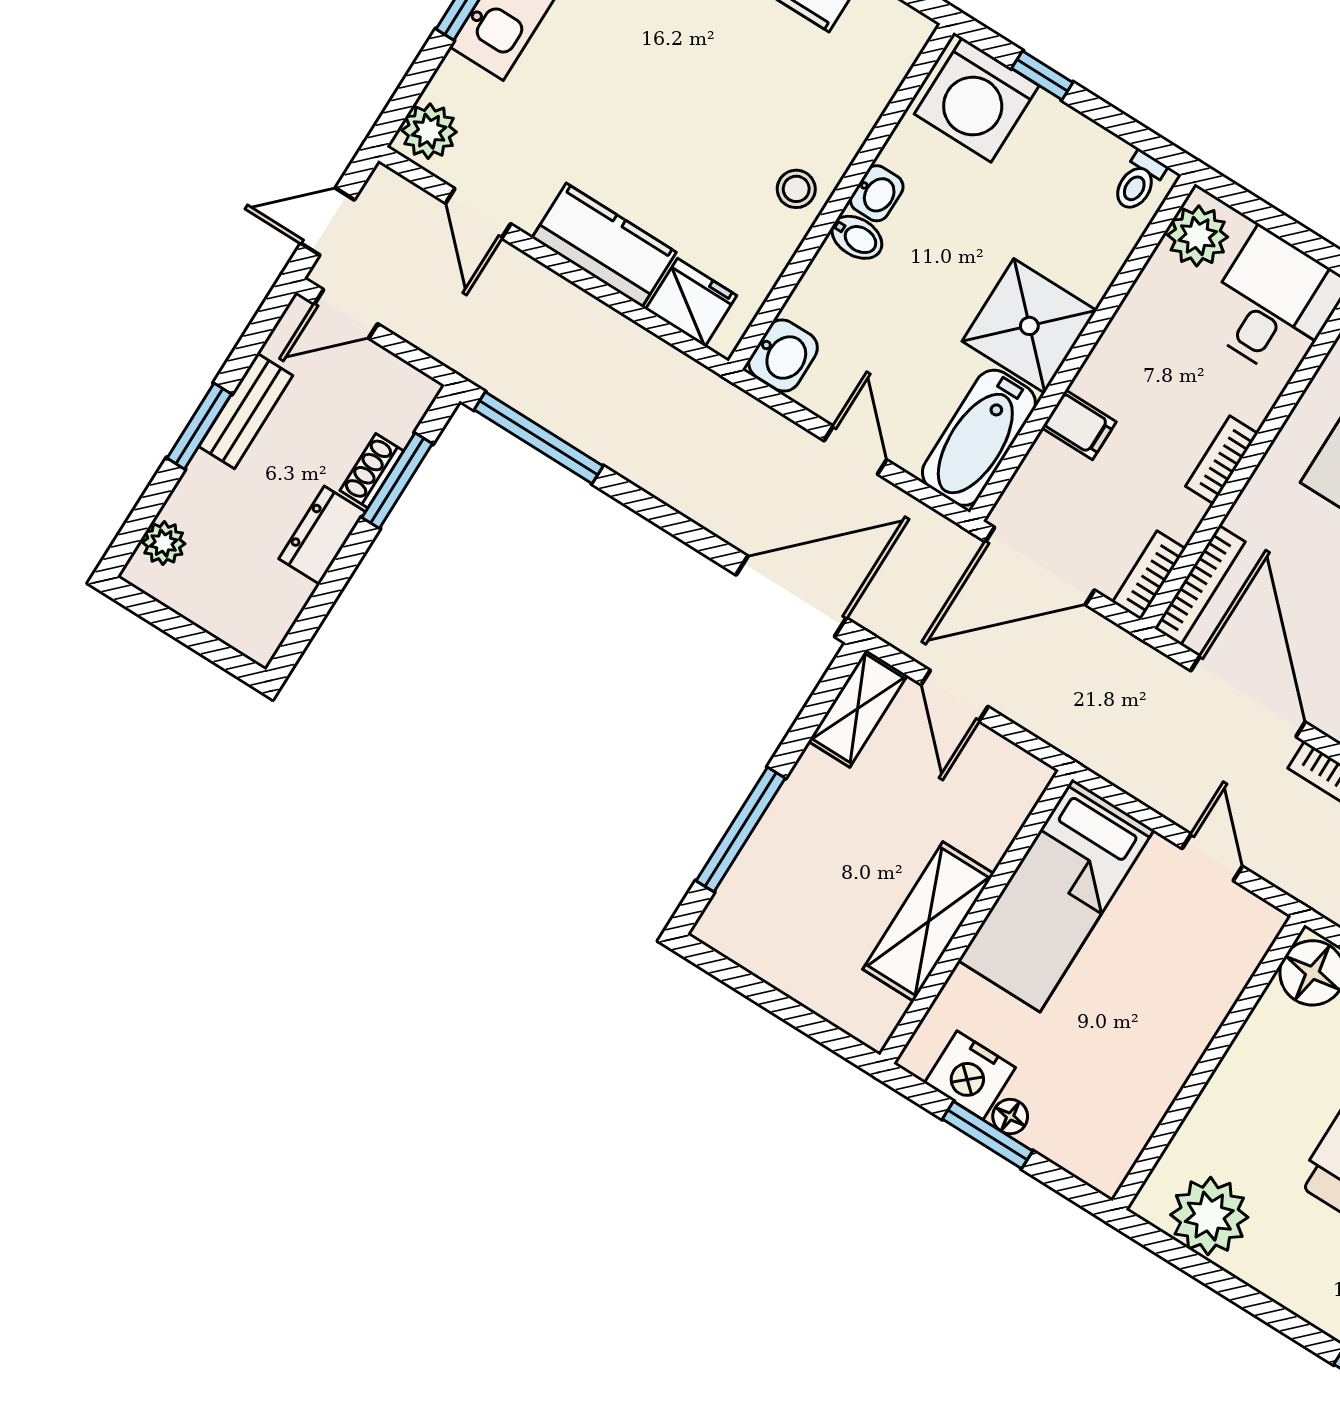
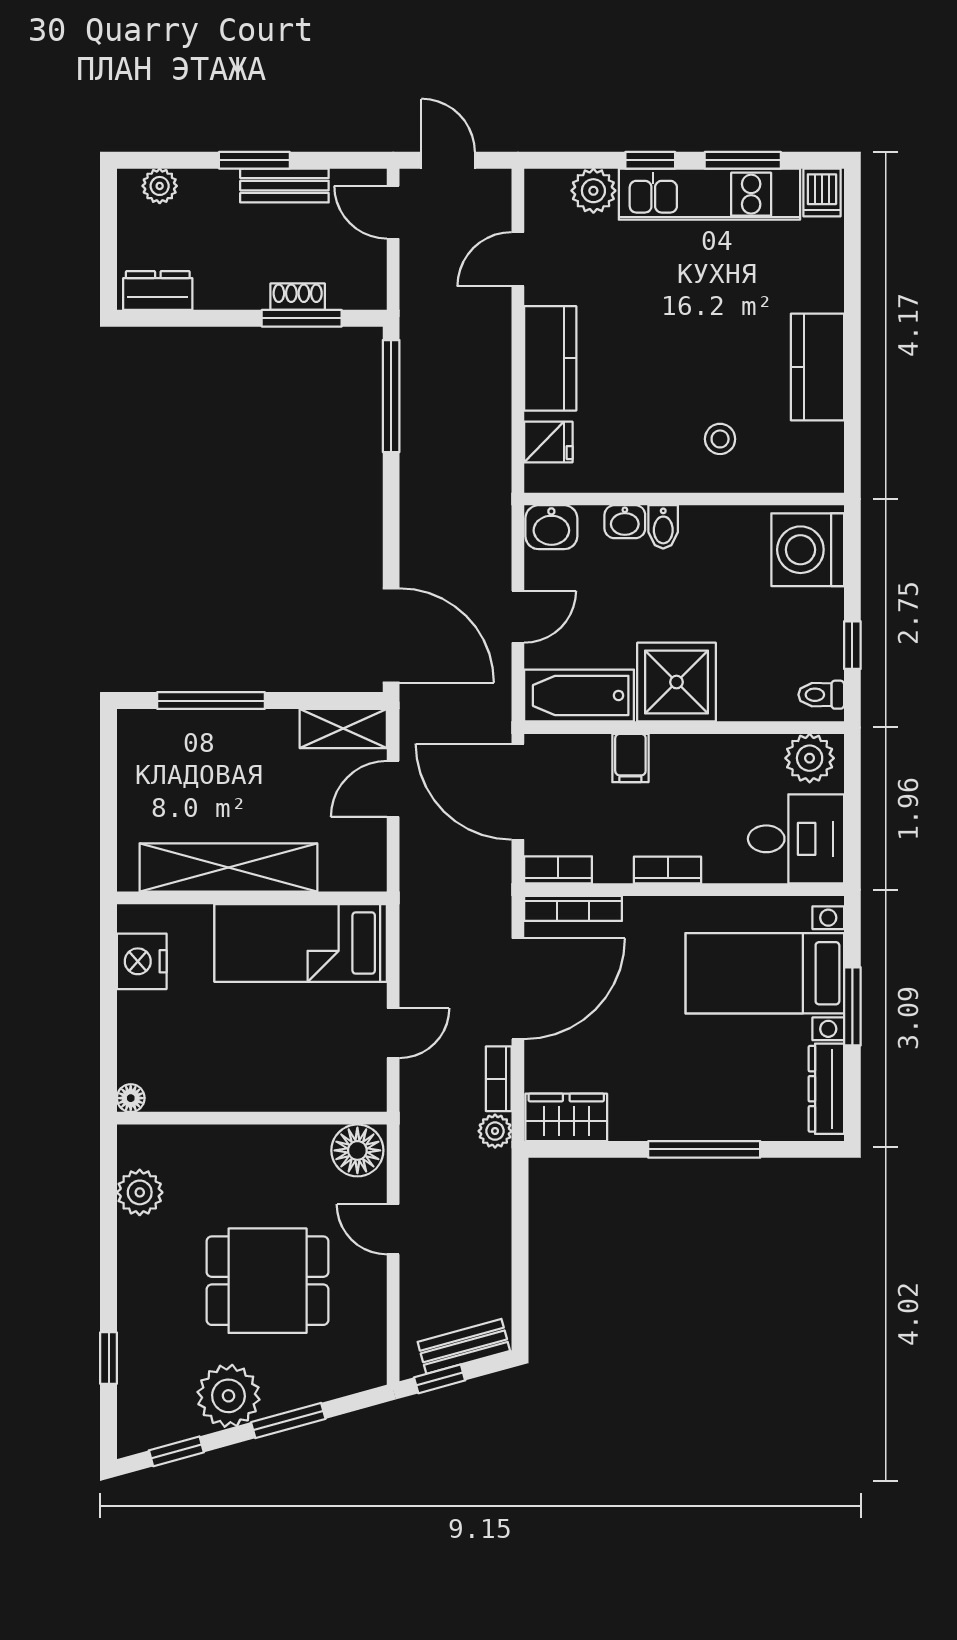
window: (1042, 75) -> (852, 645), moved
plant: (429, 131) -> (593, 191), moved
stool: (796, 189) -> (720, 439), moved
washbasin: (877, 193) -> (625, 522), moved
fridge: (691, 302) -> (548, 442), width x0.72
dresser: (322, 535) -> (158, 290), moved
shelving: (928, 922) -> (228, 867), width x1.47
floor lamp: (1010, 1117) -> (131, 1098), moved
window: (987, 1135) -> (109, 999), removed
plant: (1209, 1216) -> (140, 1192), width x0.73, depth x0.73

